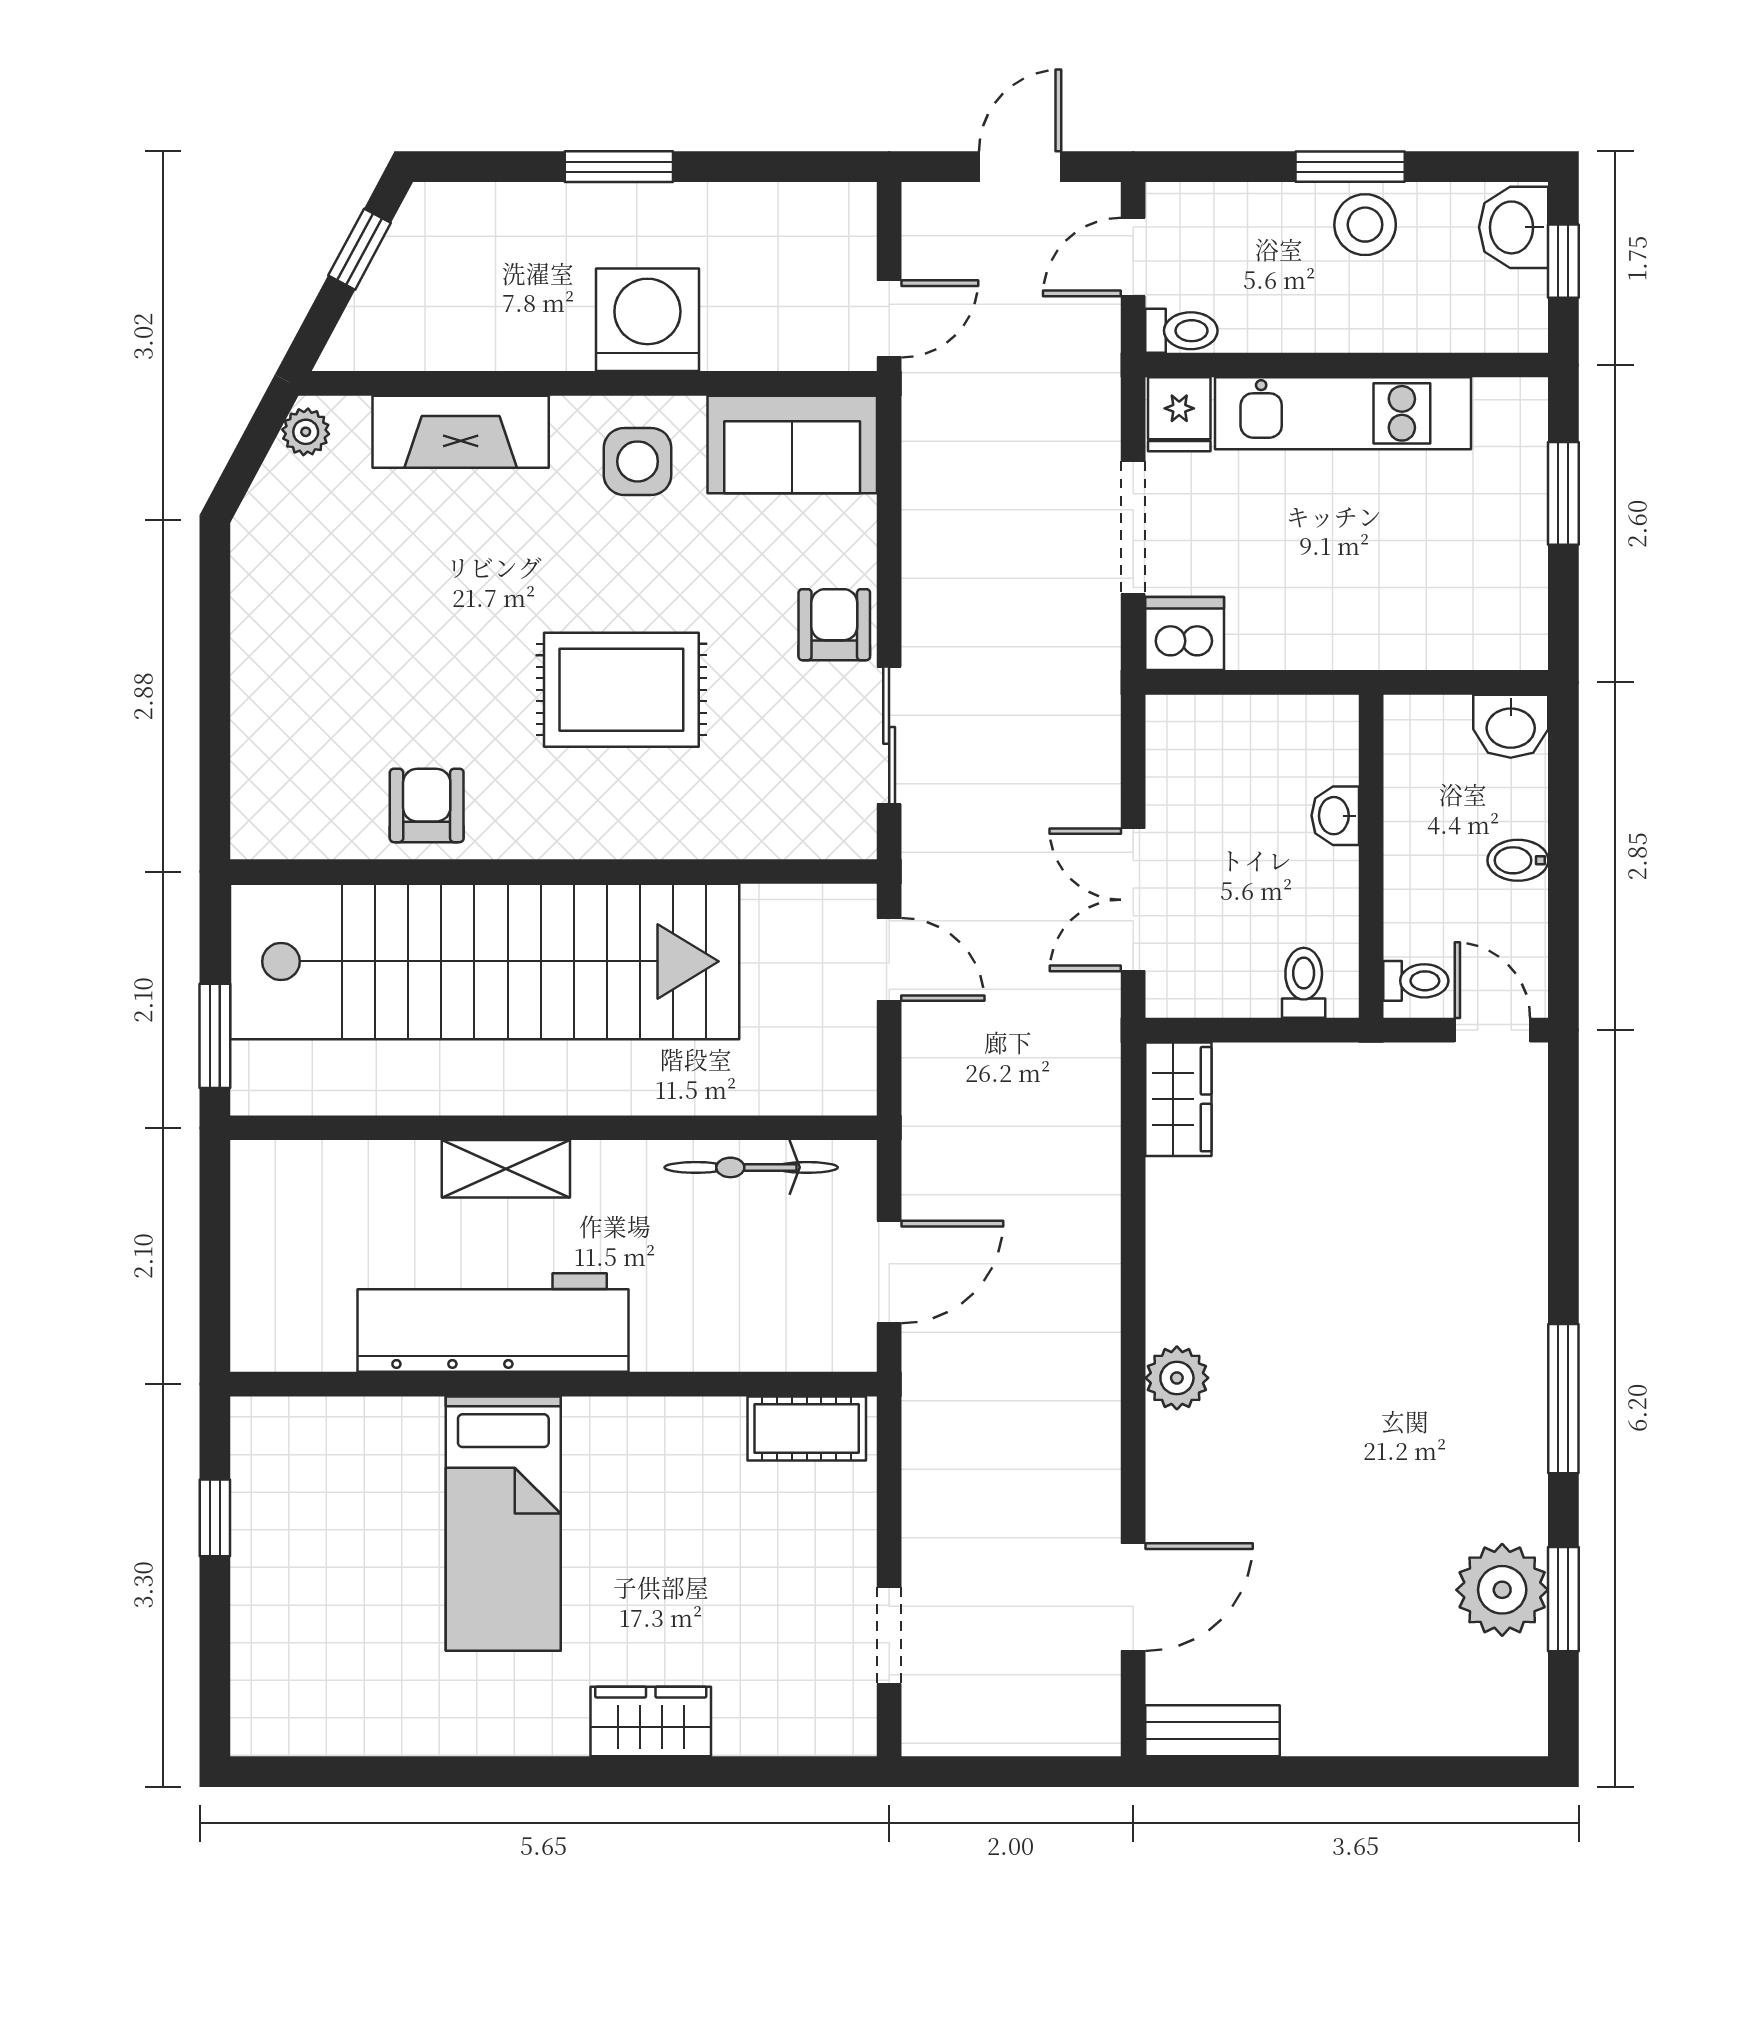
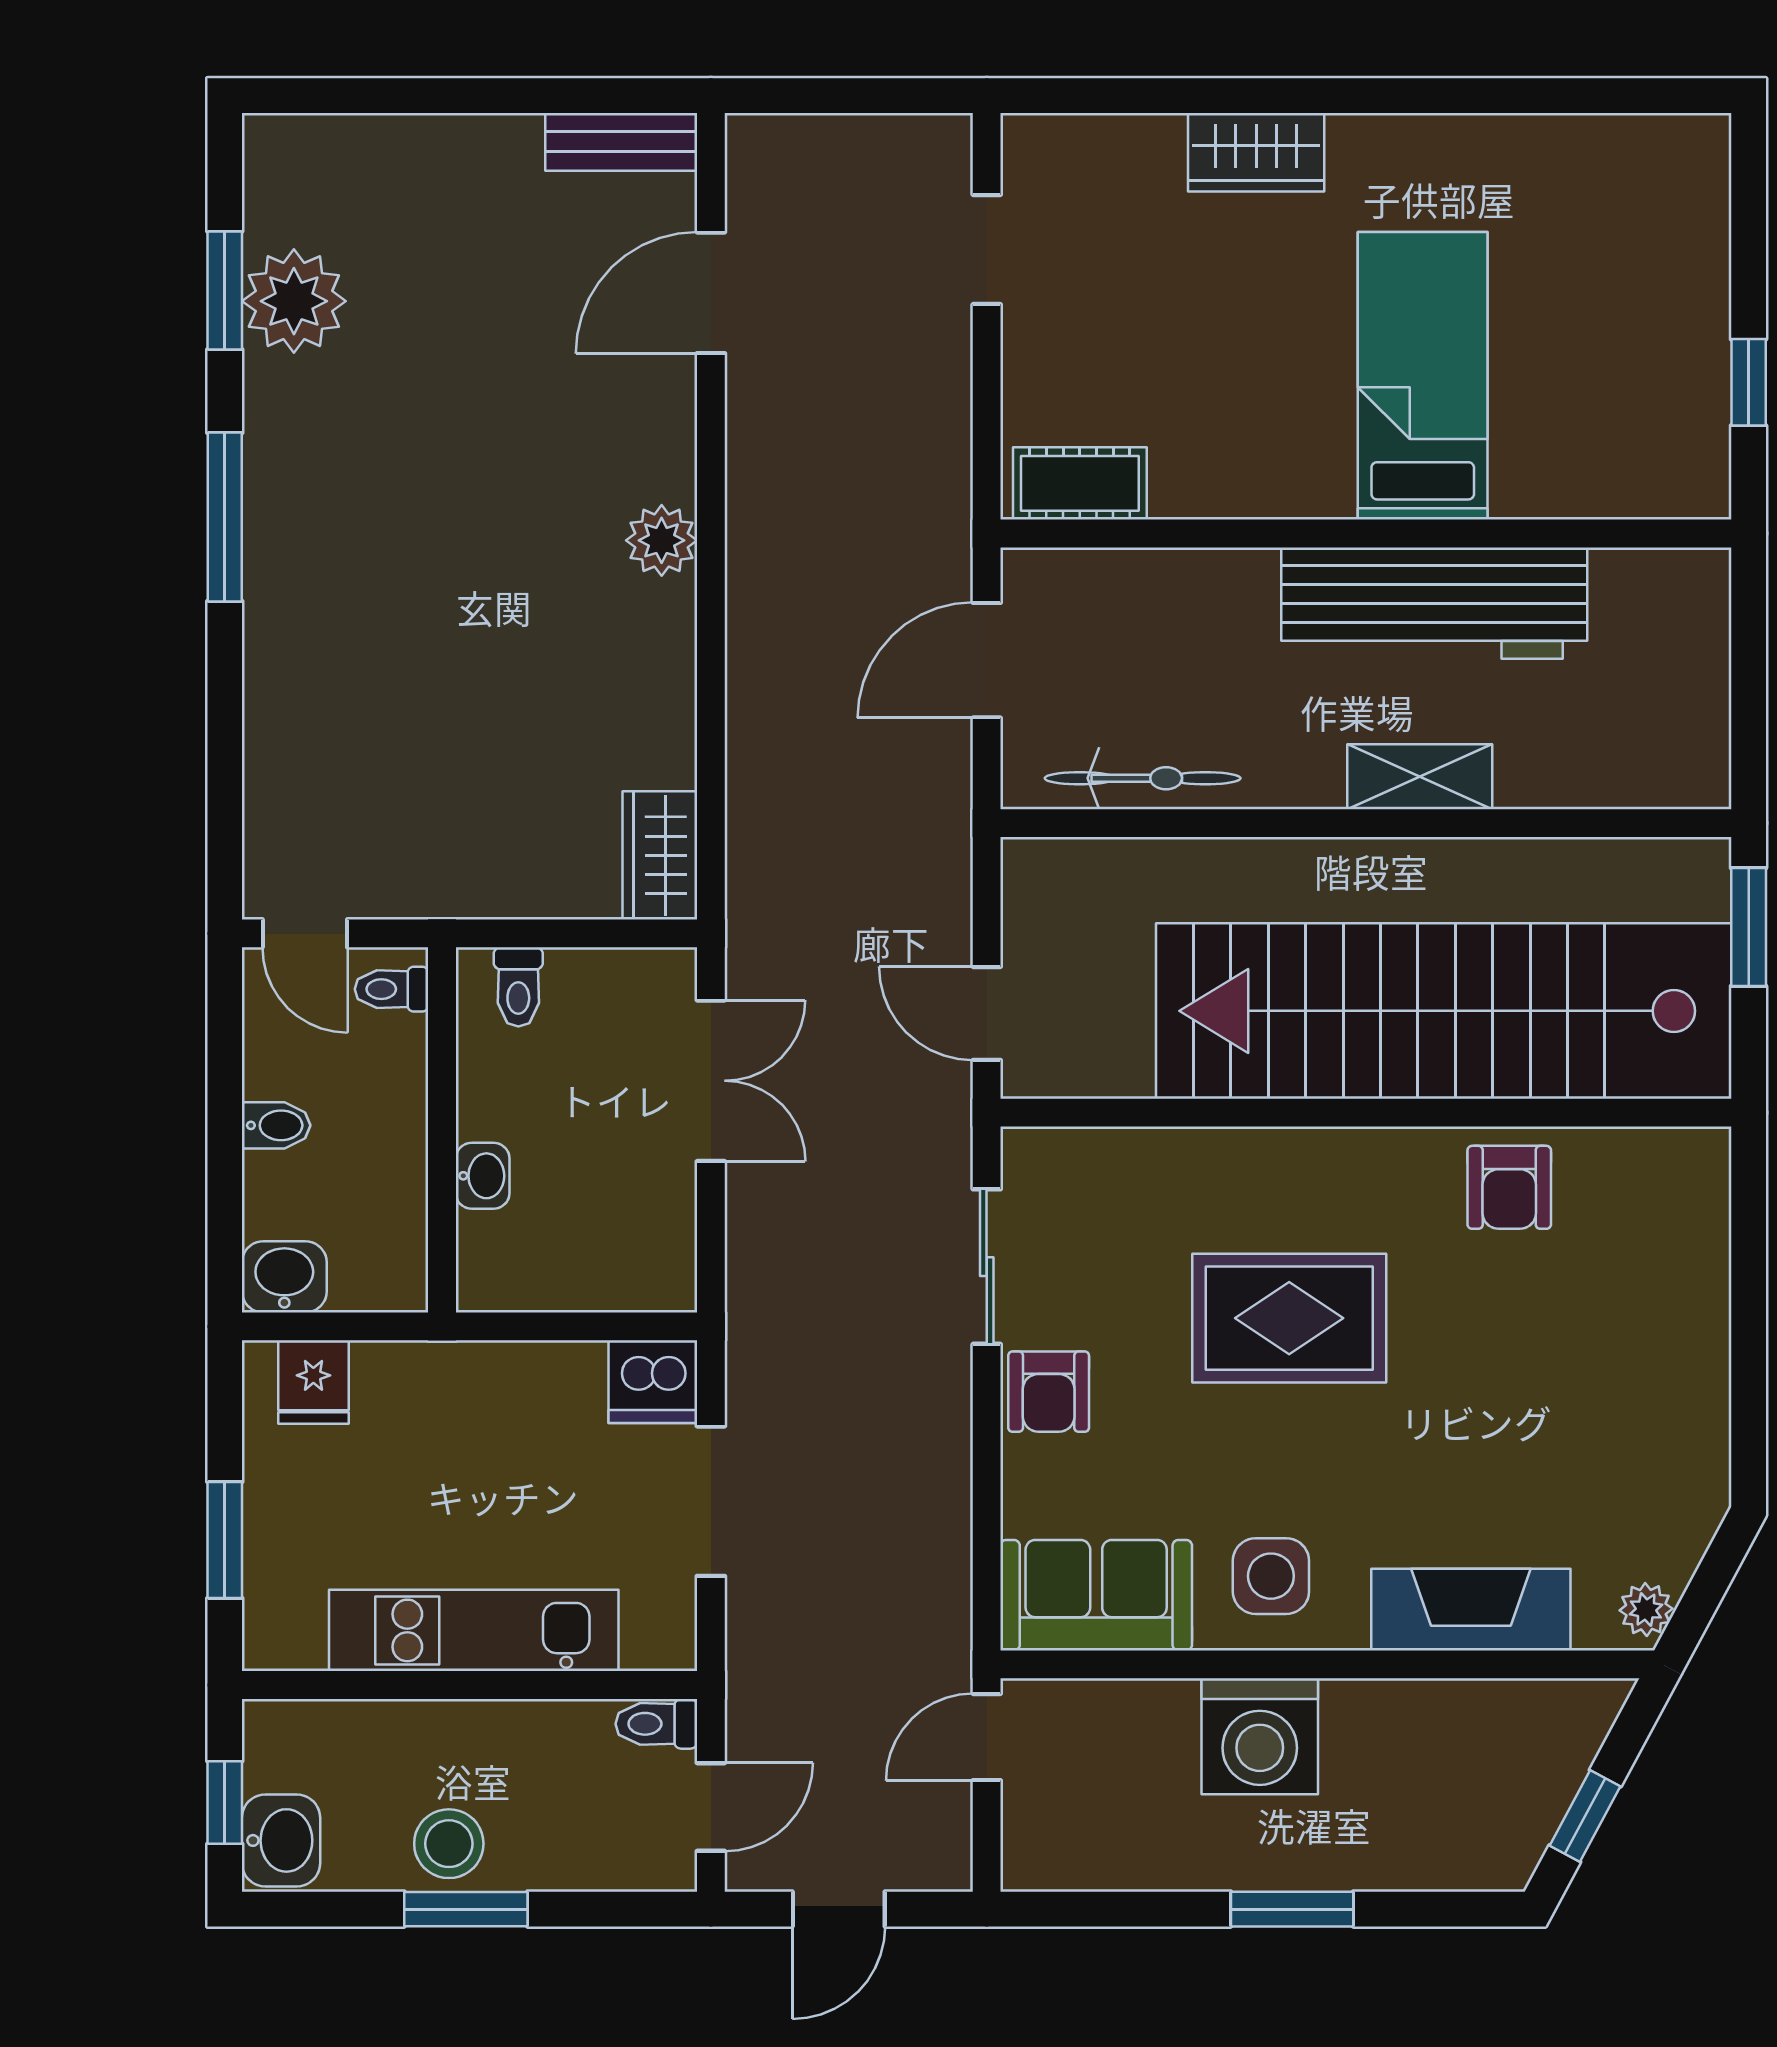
fridge: (1179, 414) -> (313, 1382), moved, turned 180

